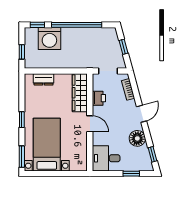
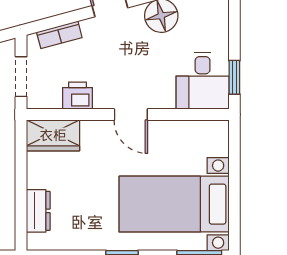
wardrobe: (80, 93) -> (53, 135), width x0.67
door: (90, 124) -> (131, 115), swing flipped
window: (131, 174) -> (234, 77), moved

